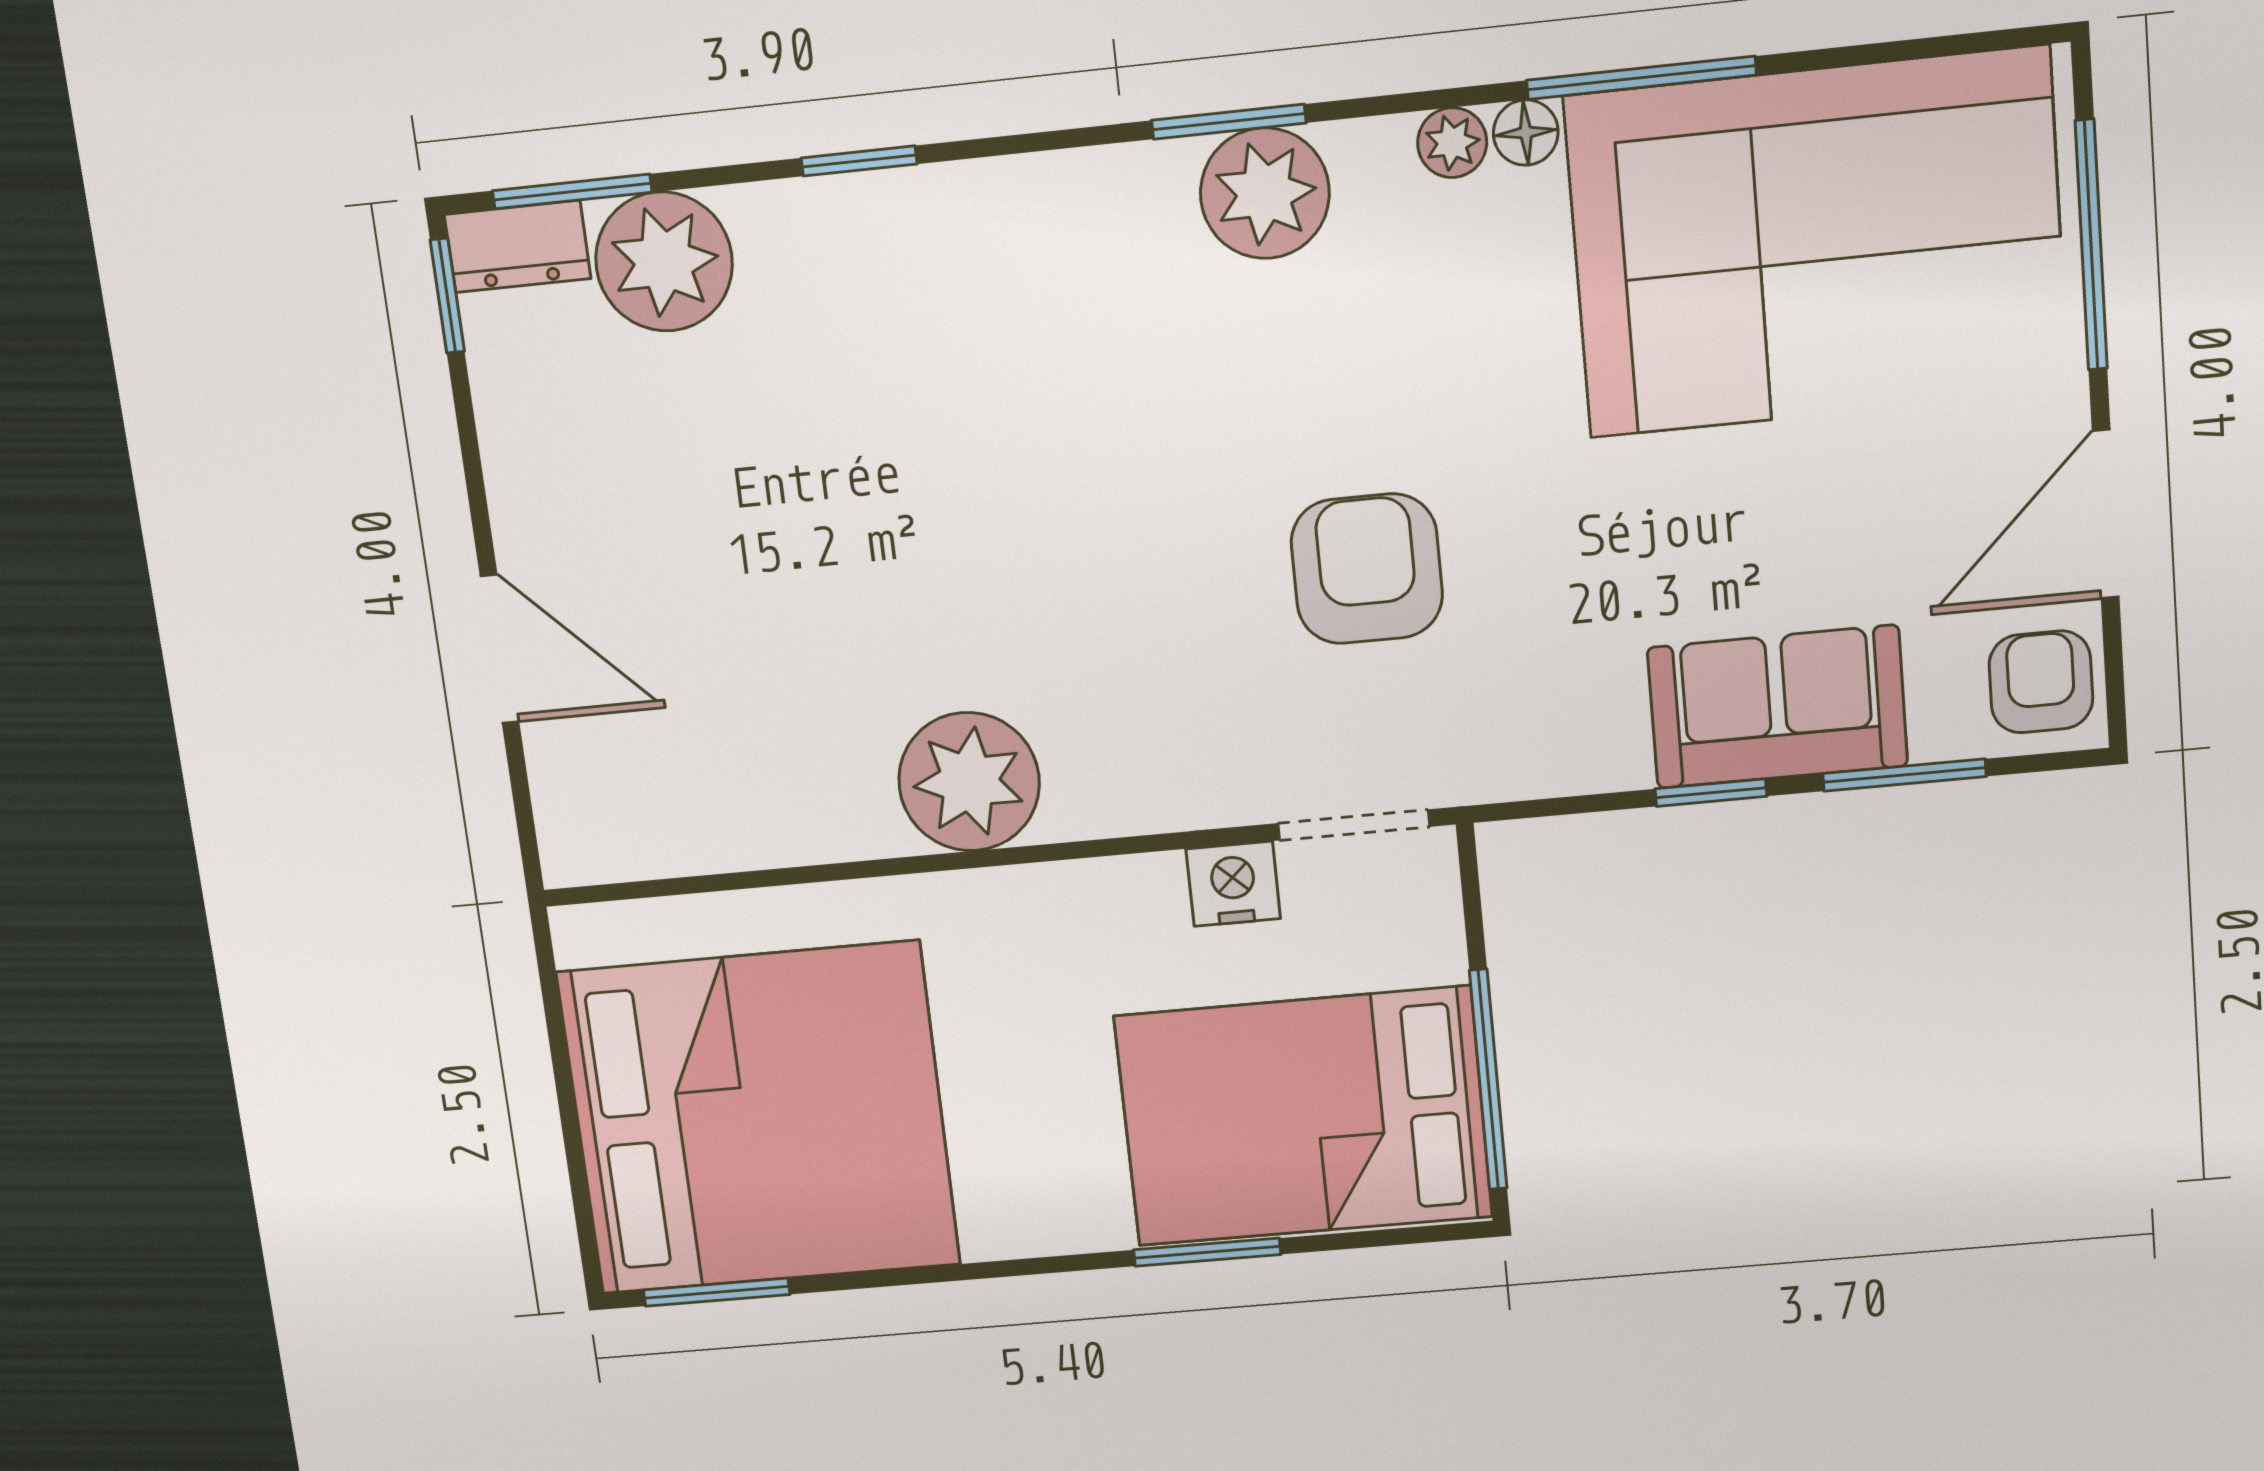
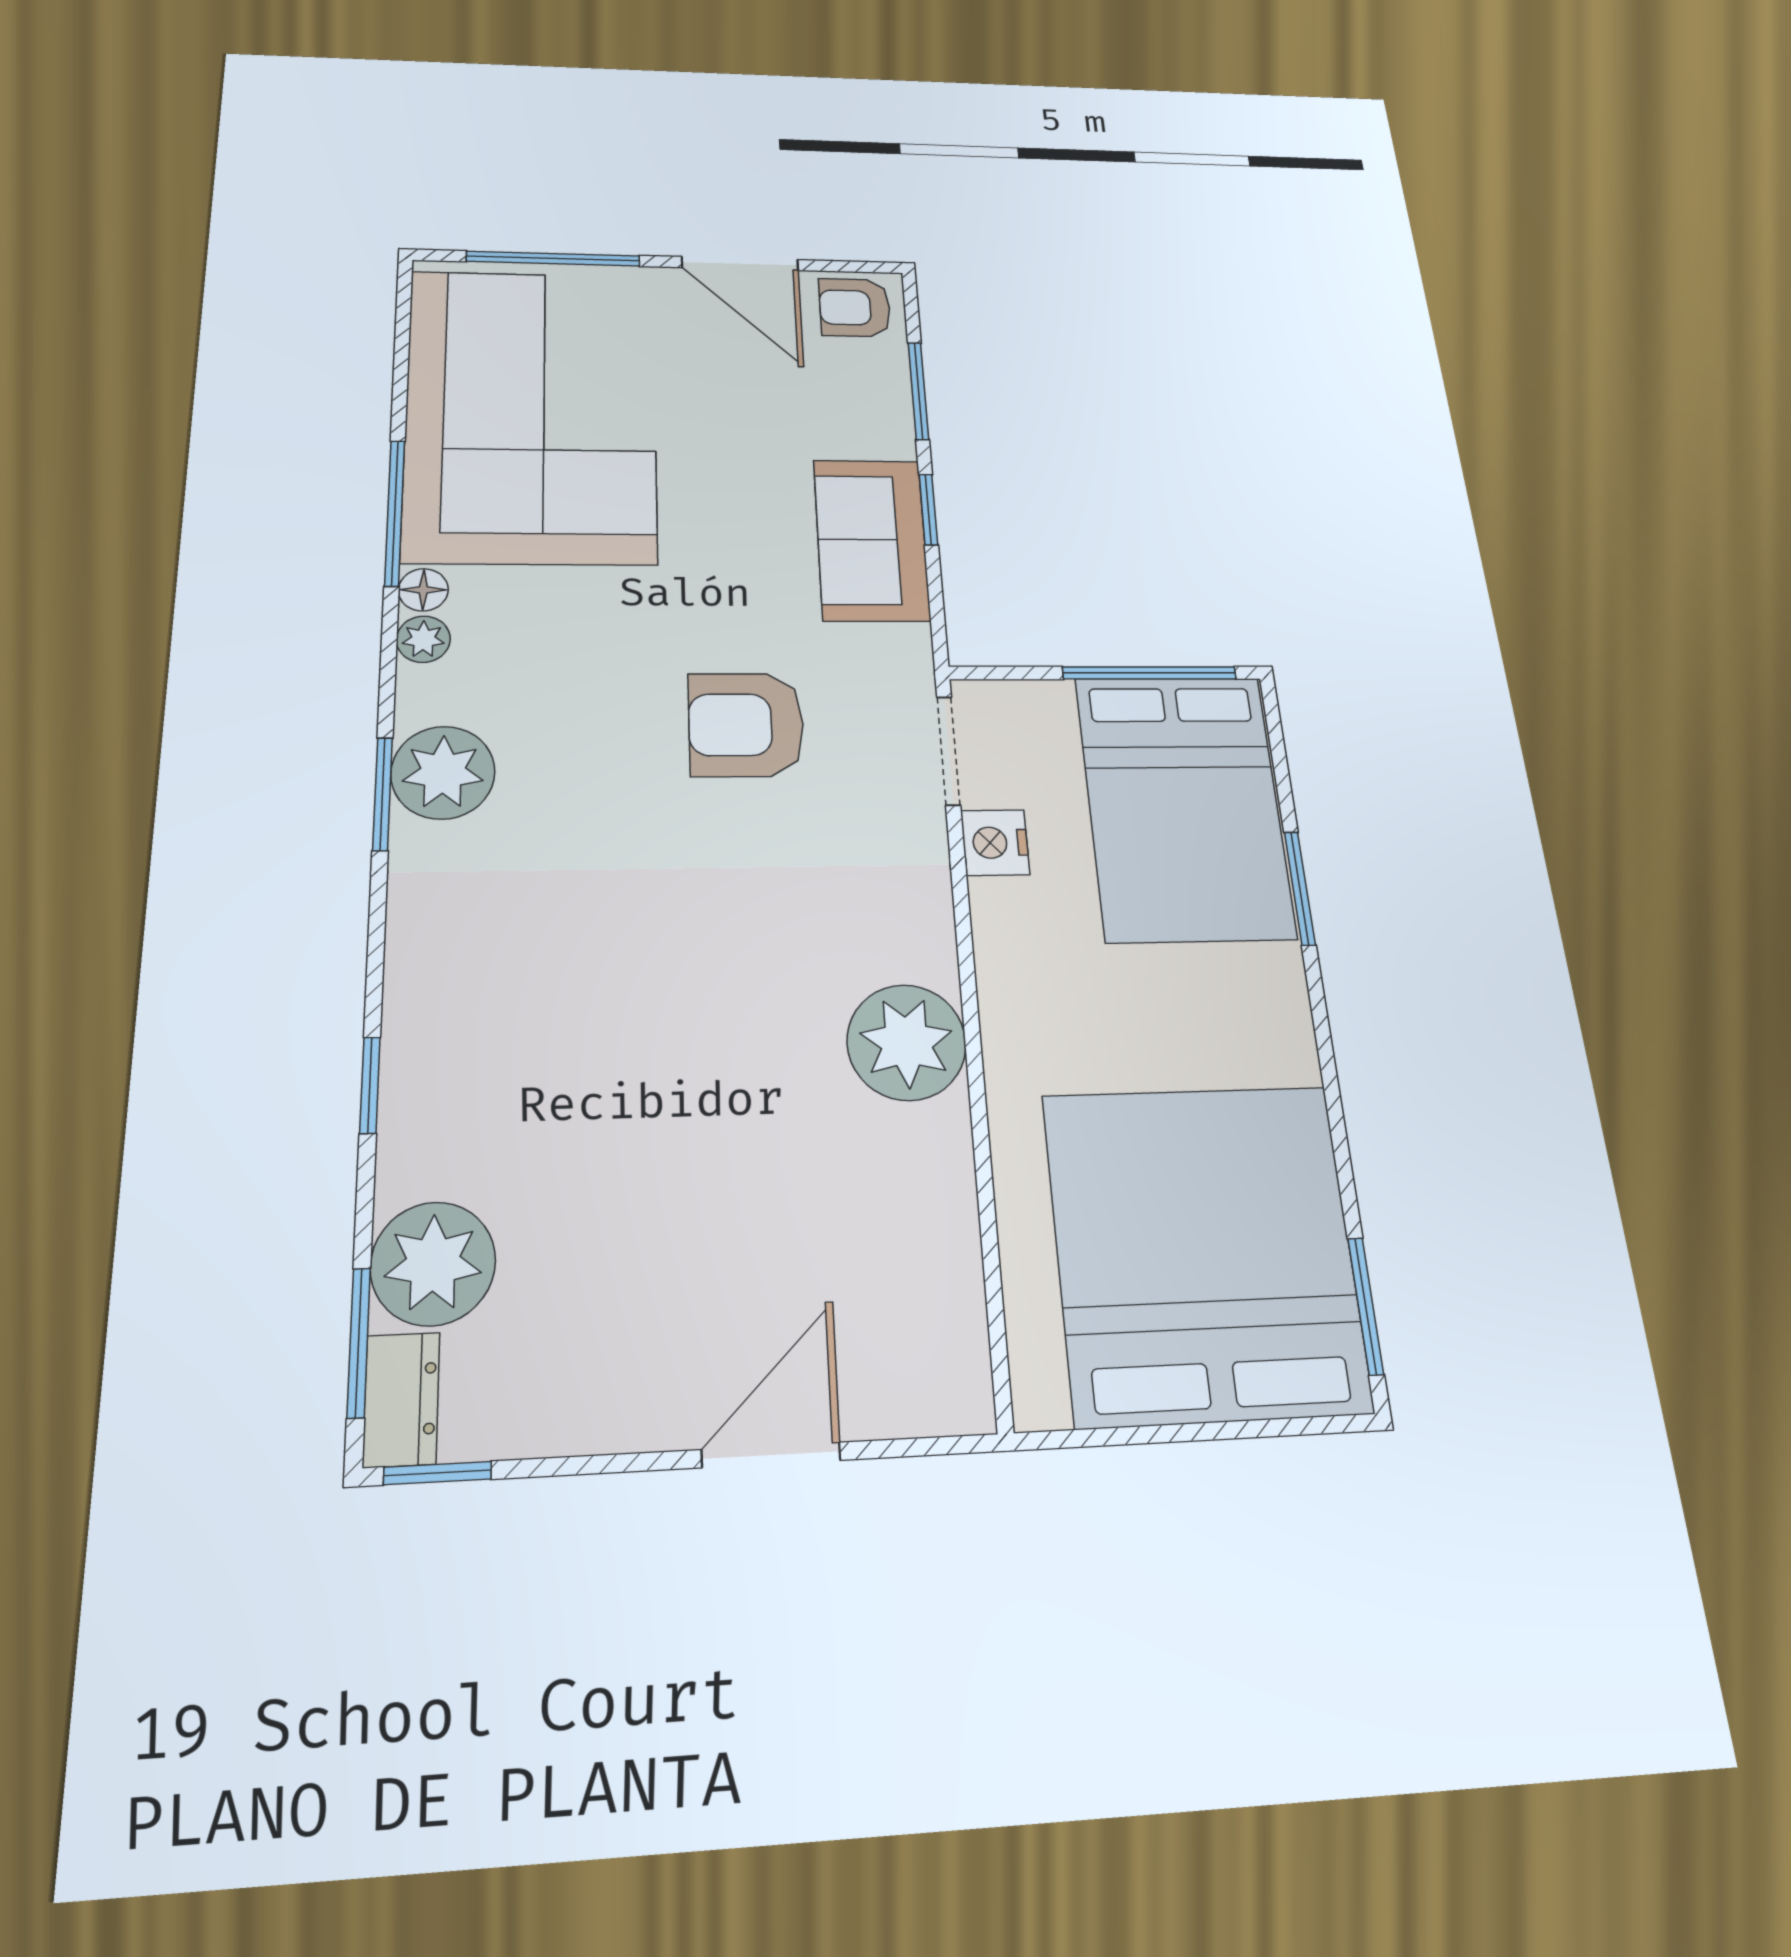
sofa: (1777, 707) -> (871, 540), moved

